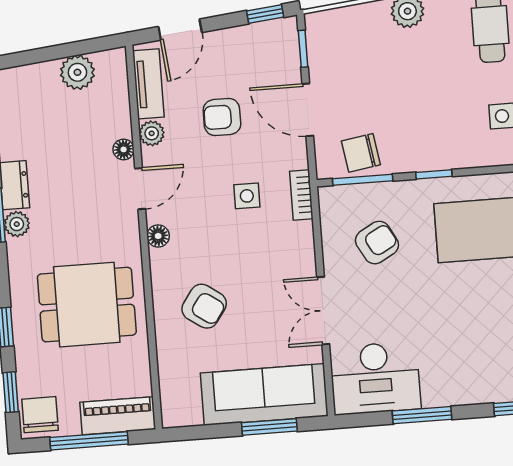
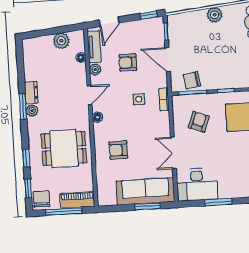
floor lamp: (124, 149) -> (81, 58), moved
armchair: (377, 243) -> (199, 122), turned -41
armchair: (204, 306) -> (118, 150), turned 145

